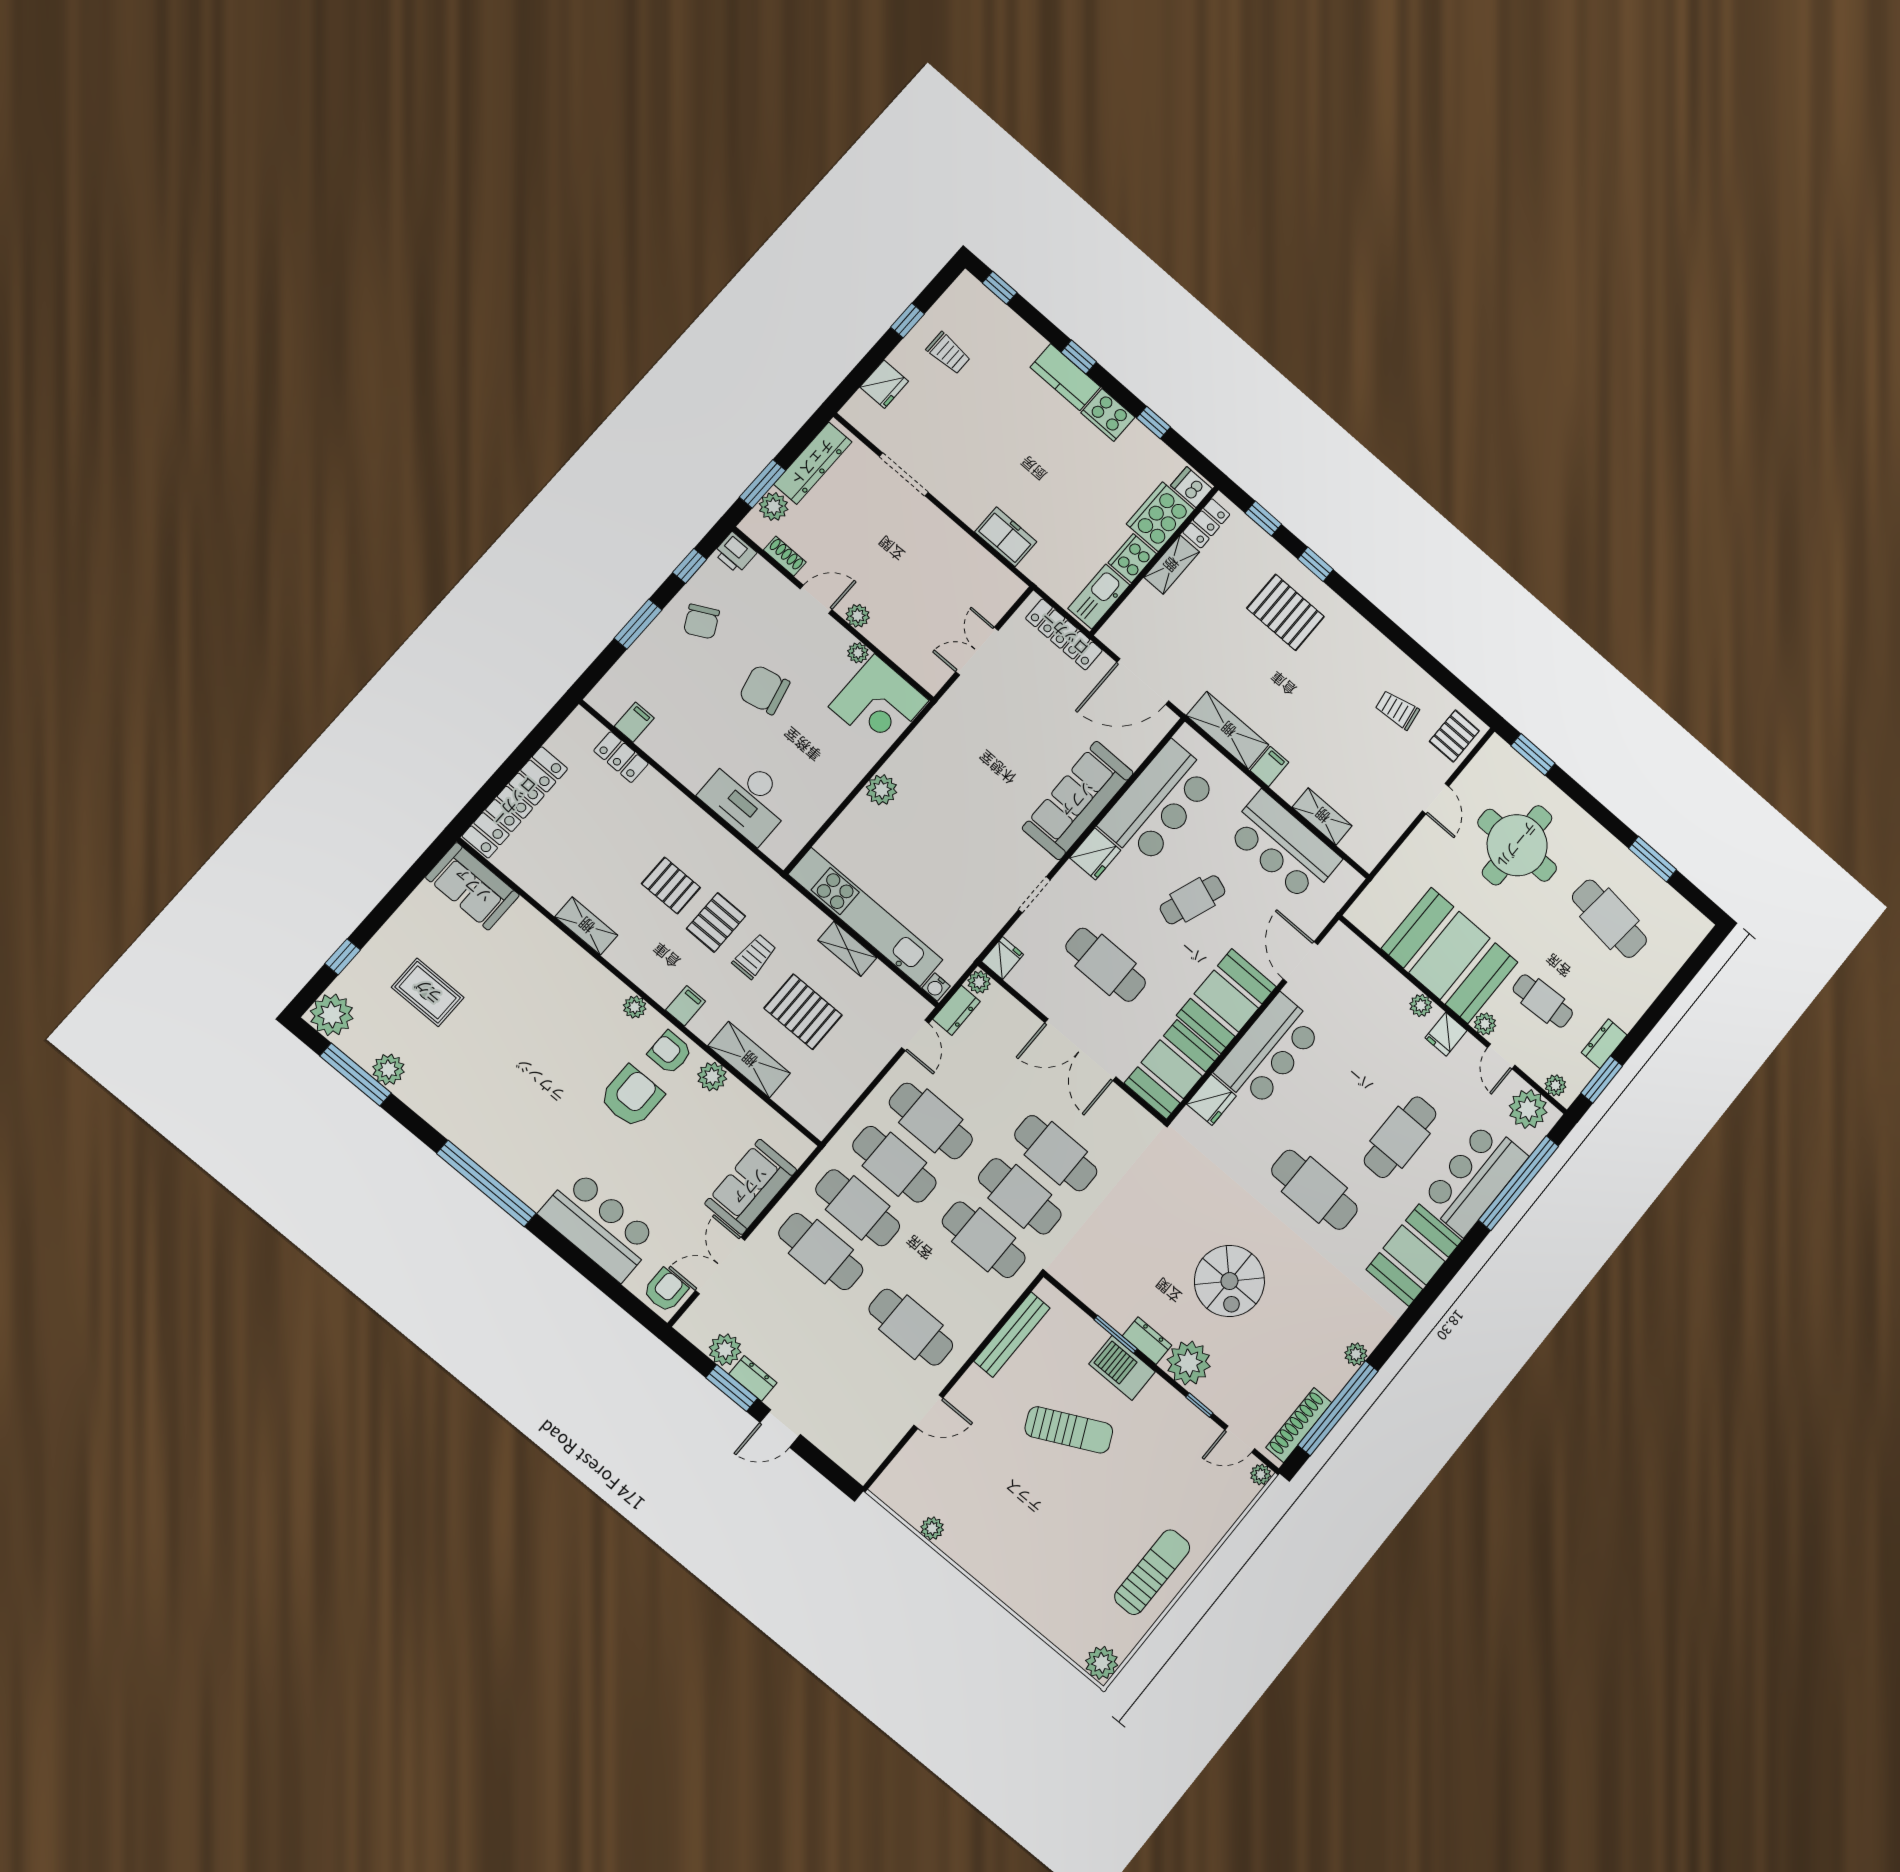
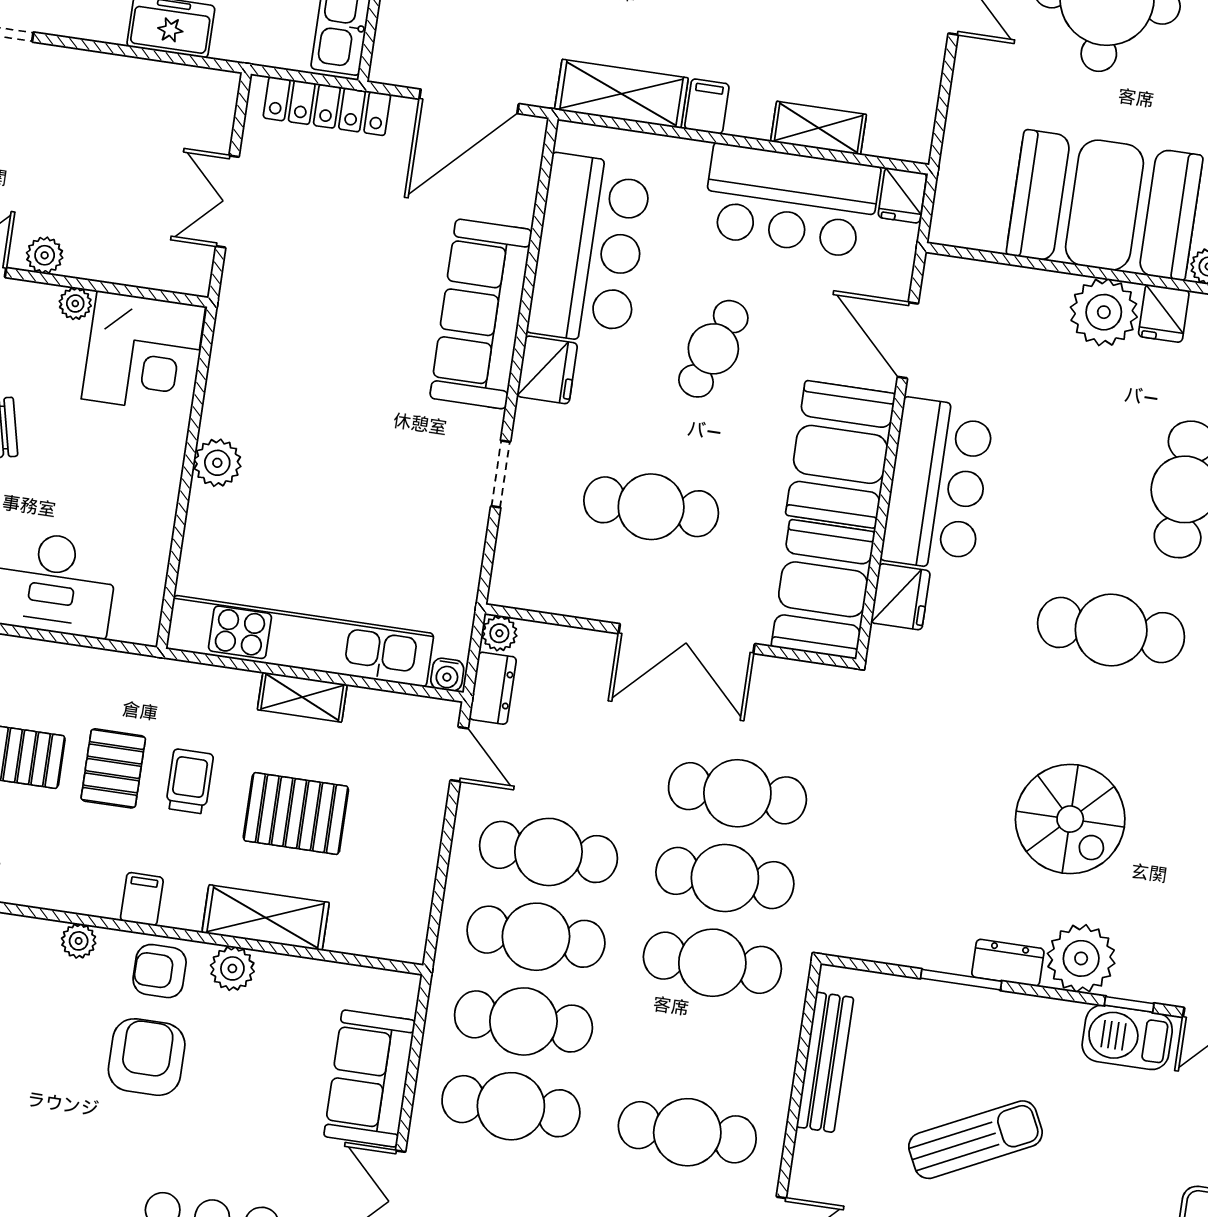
fridge: (1003, 958) -> (902, 195), moved, turned 180
plant: (1421, 1005) -> (1104, 312), width x1.87, depth x1.87
barbecue: (1122, 1368) -> (1127, 1037), moved

